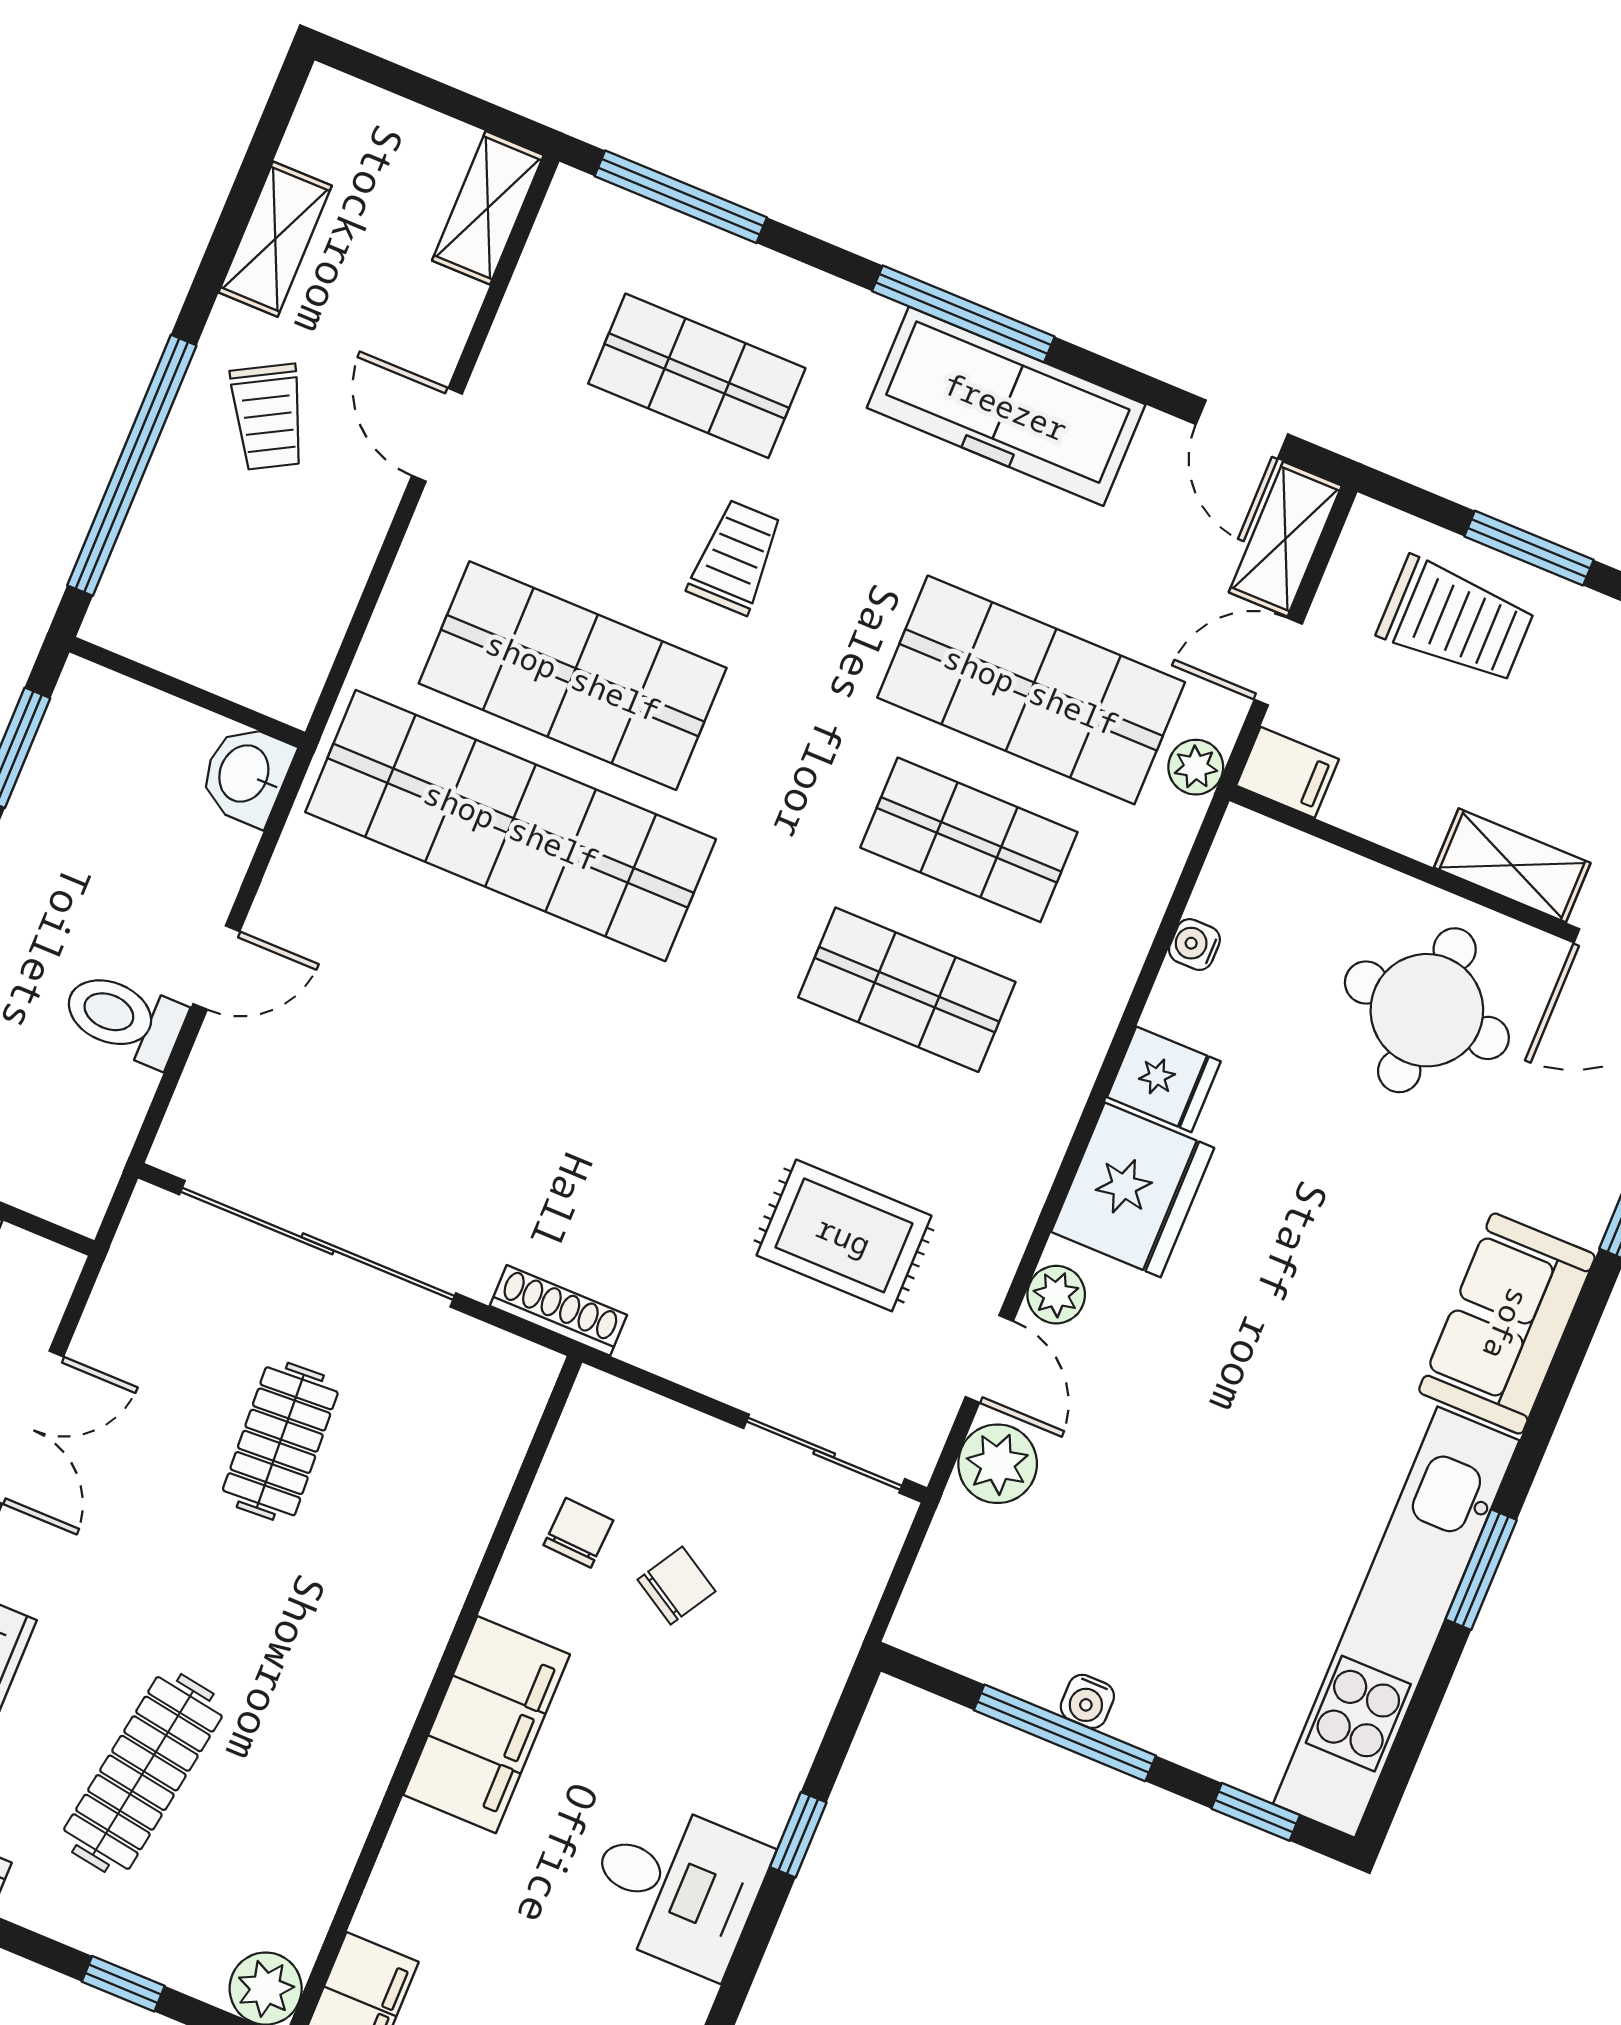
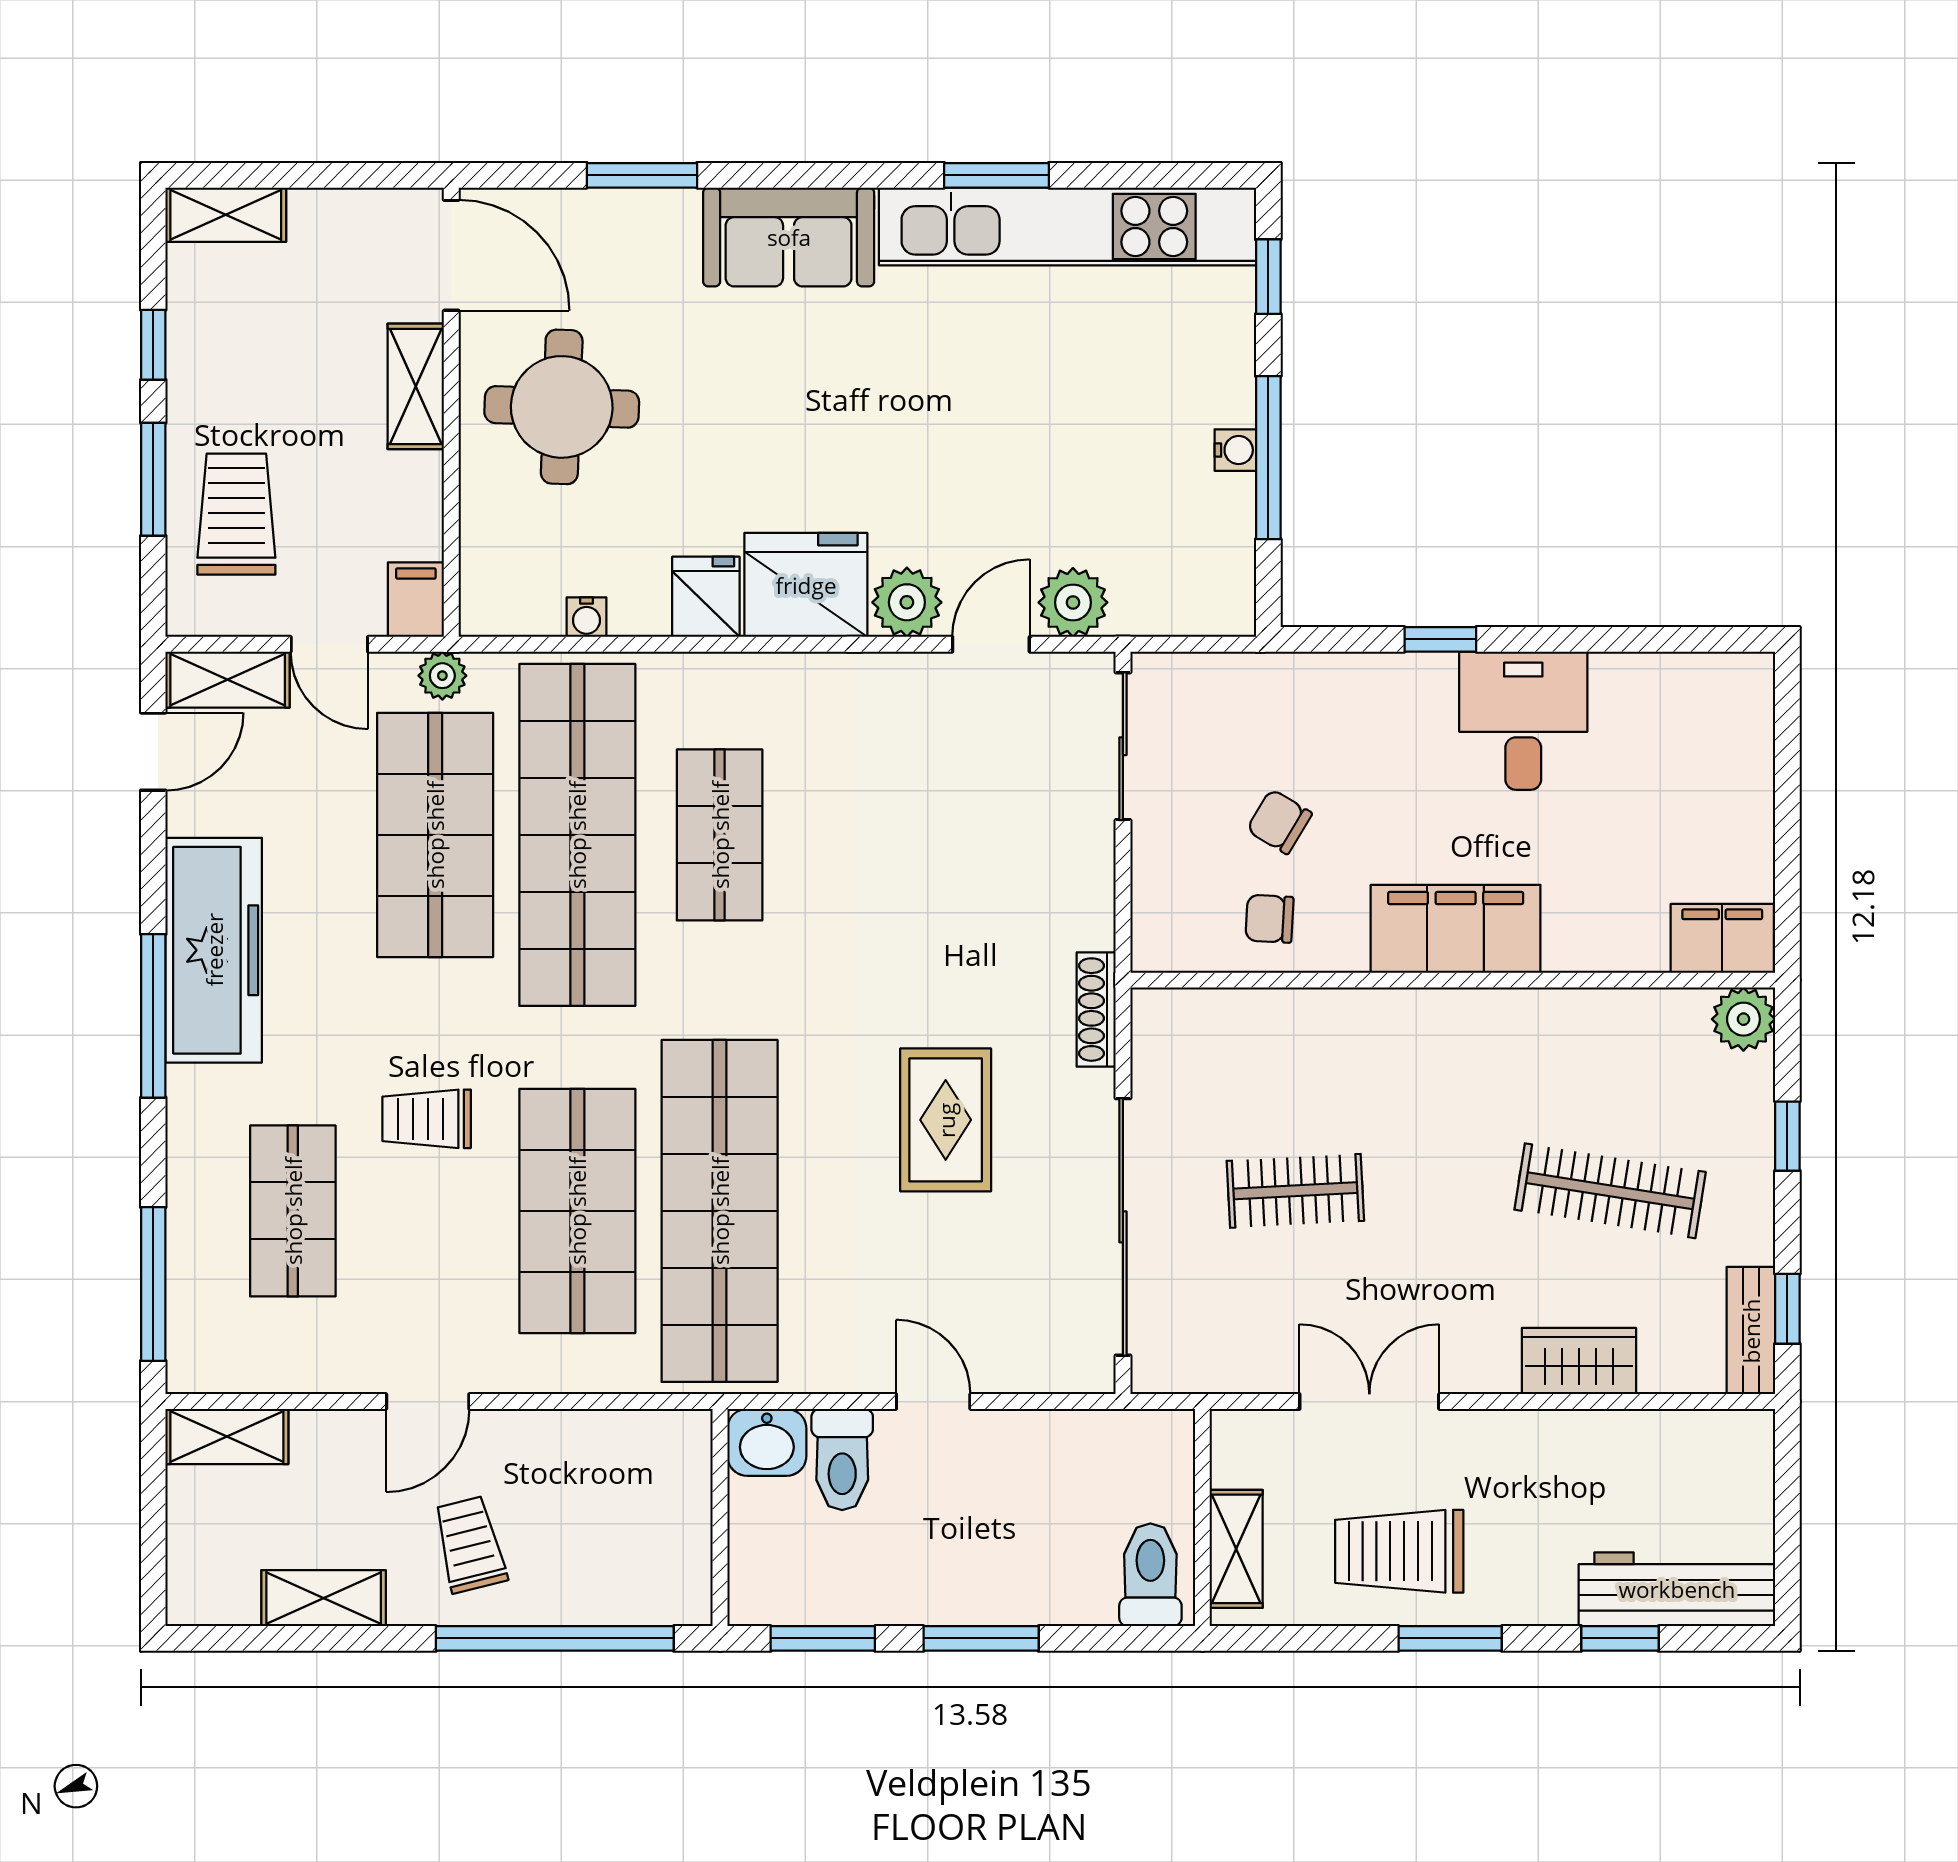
trolley: (268, 417) -> (470, 1545), turned -75
shop shelf: (969, 840) -> (577, 835), width x2.00, depth x1.36
toilet: (124, 1018) -> (842, 1460), moved
rug: (844, 1235) -> (946, 1120), moved
plant: (1056, 1295) -> (907, 602), width x1.38, depth x1.38

